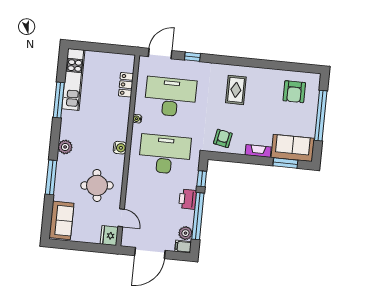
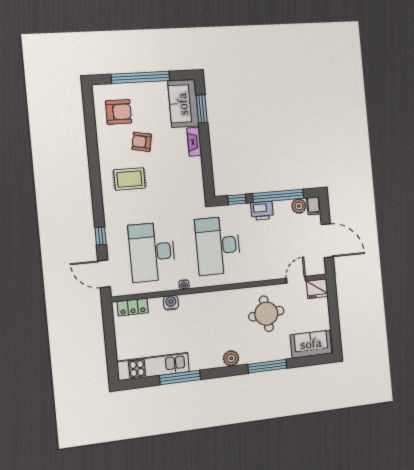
locker: (126, 85) -> (133, 307), moved
armchair: (223, 138) -> (142, 142), moved
water cooler: (120, 148) -> (171, 303), moved

